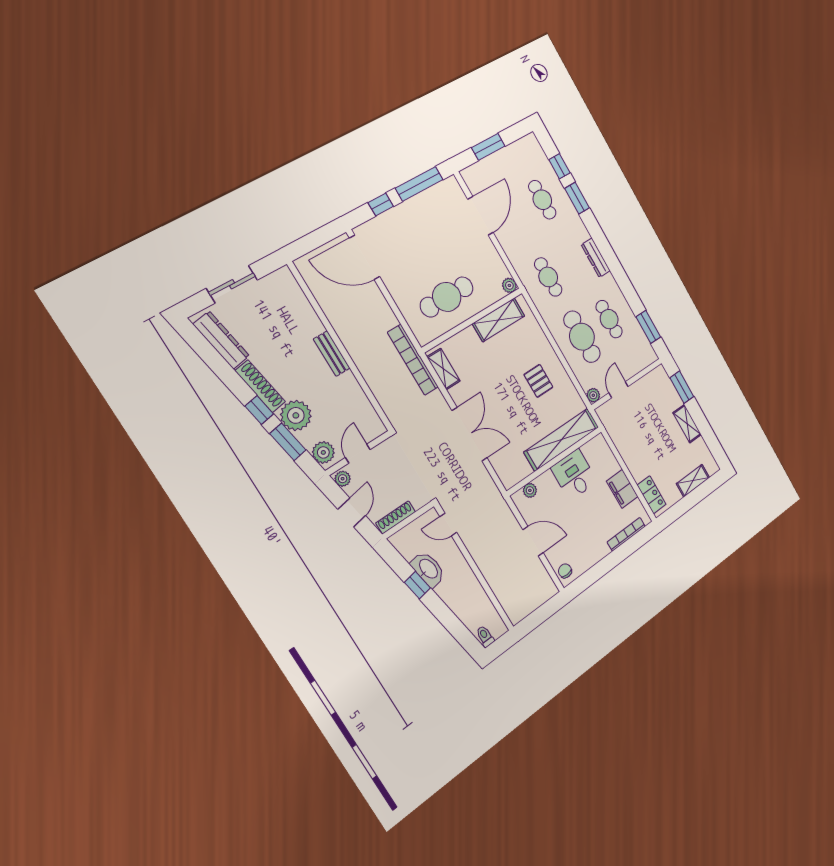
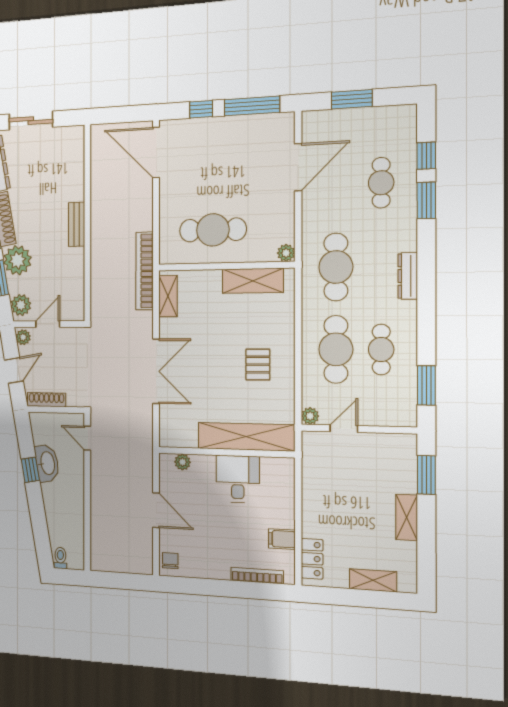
cafe table: (548, 277) -> (336, 267), width x1.37, depth x1.35
filing cabinet: (622, 489) -> (282, 539), width x0.50

